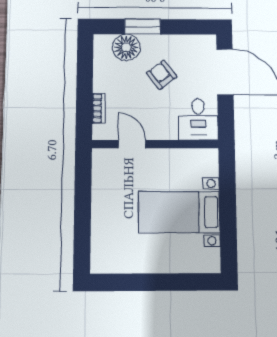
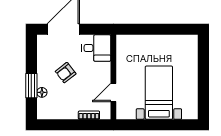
floor lamp: (126, 47) -> (42, 92), width x0.53, depth x0.53
bed with nightstands: (179, 212) -> (159, 93), moved, turned 180

